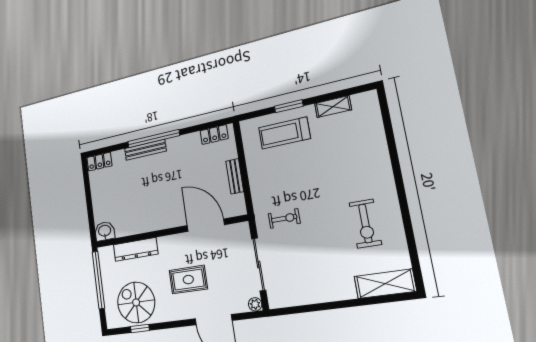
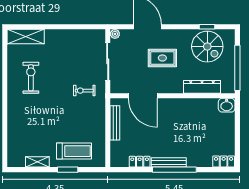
locker: (214, 135) -> (140, 162), moved
bench: (145, 150) -> (169, 162), moved
bench: (235, 176) -> (115, 123), width x1.36

